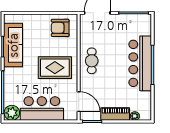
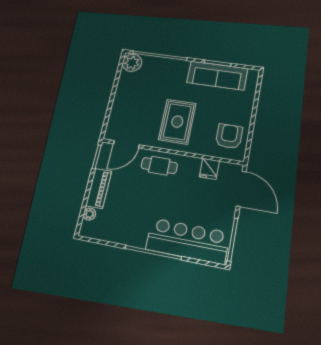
fridge: (87, 37) -> (209, 169), added
cafe table: (92, 61) -> (159, 166), moved
bar counter: (140, 63) -> (188, 241), moved
bar counter: (42, 108) -> (129, 98), removed

